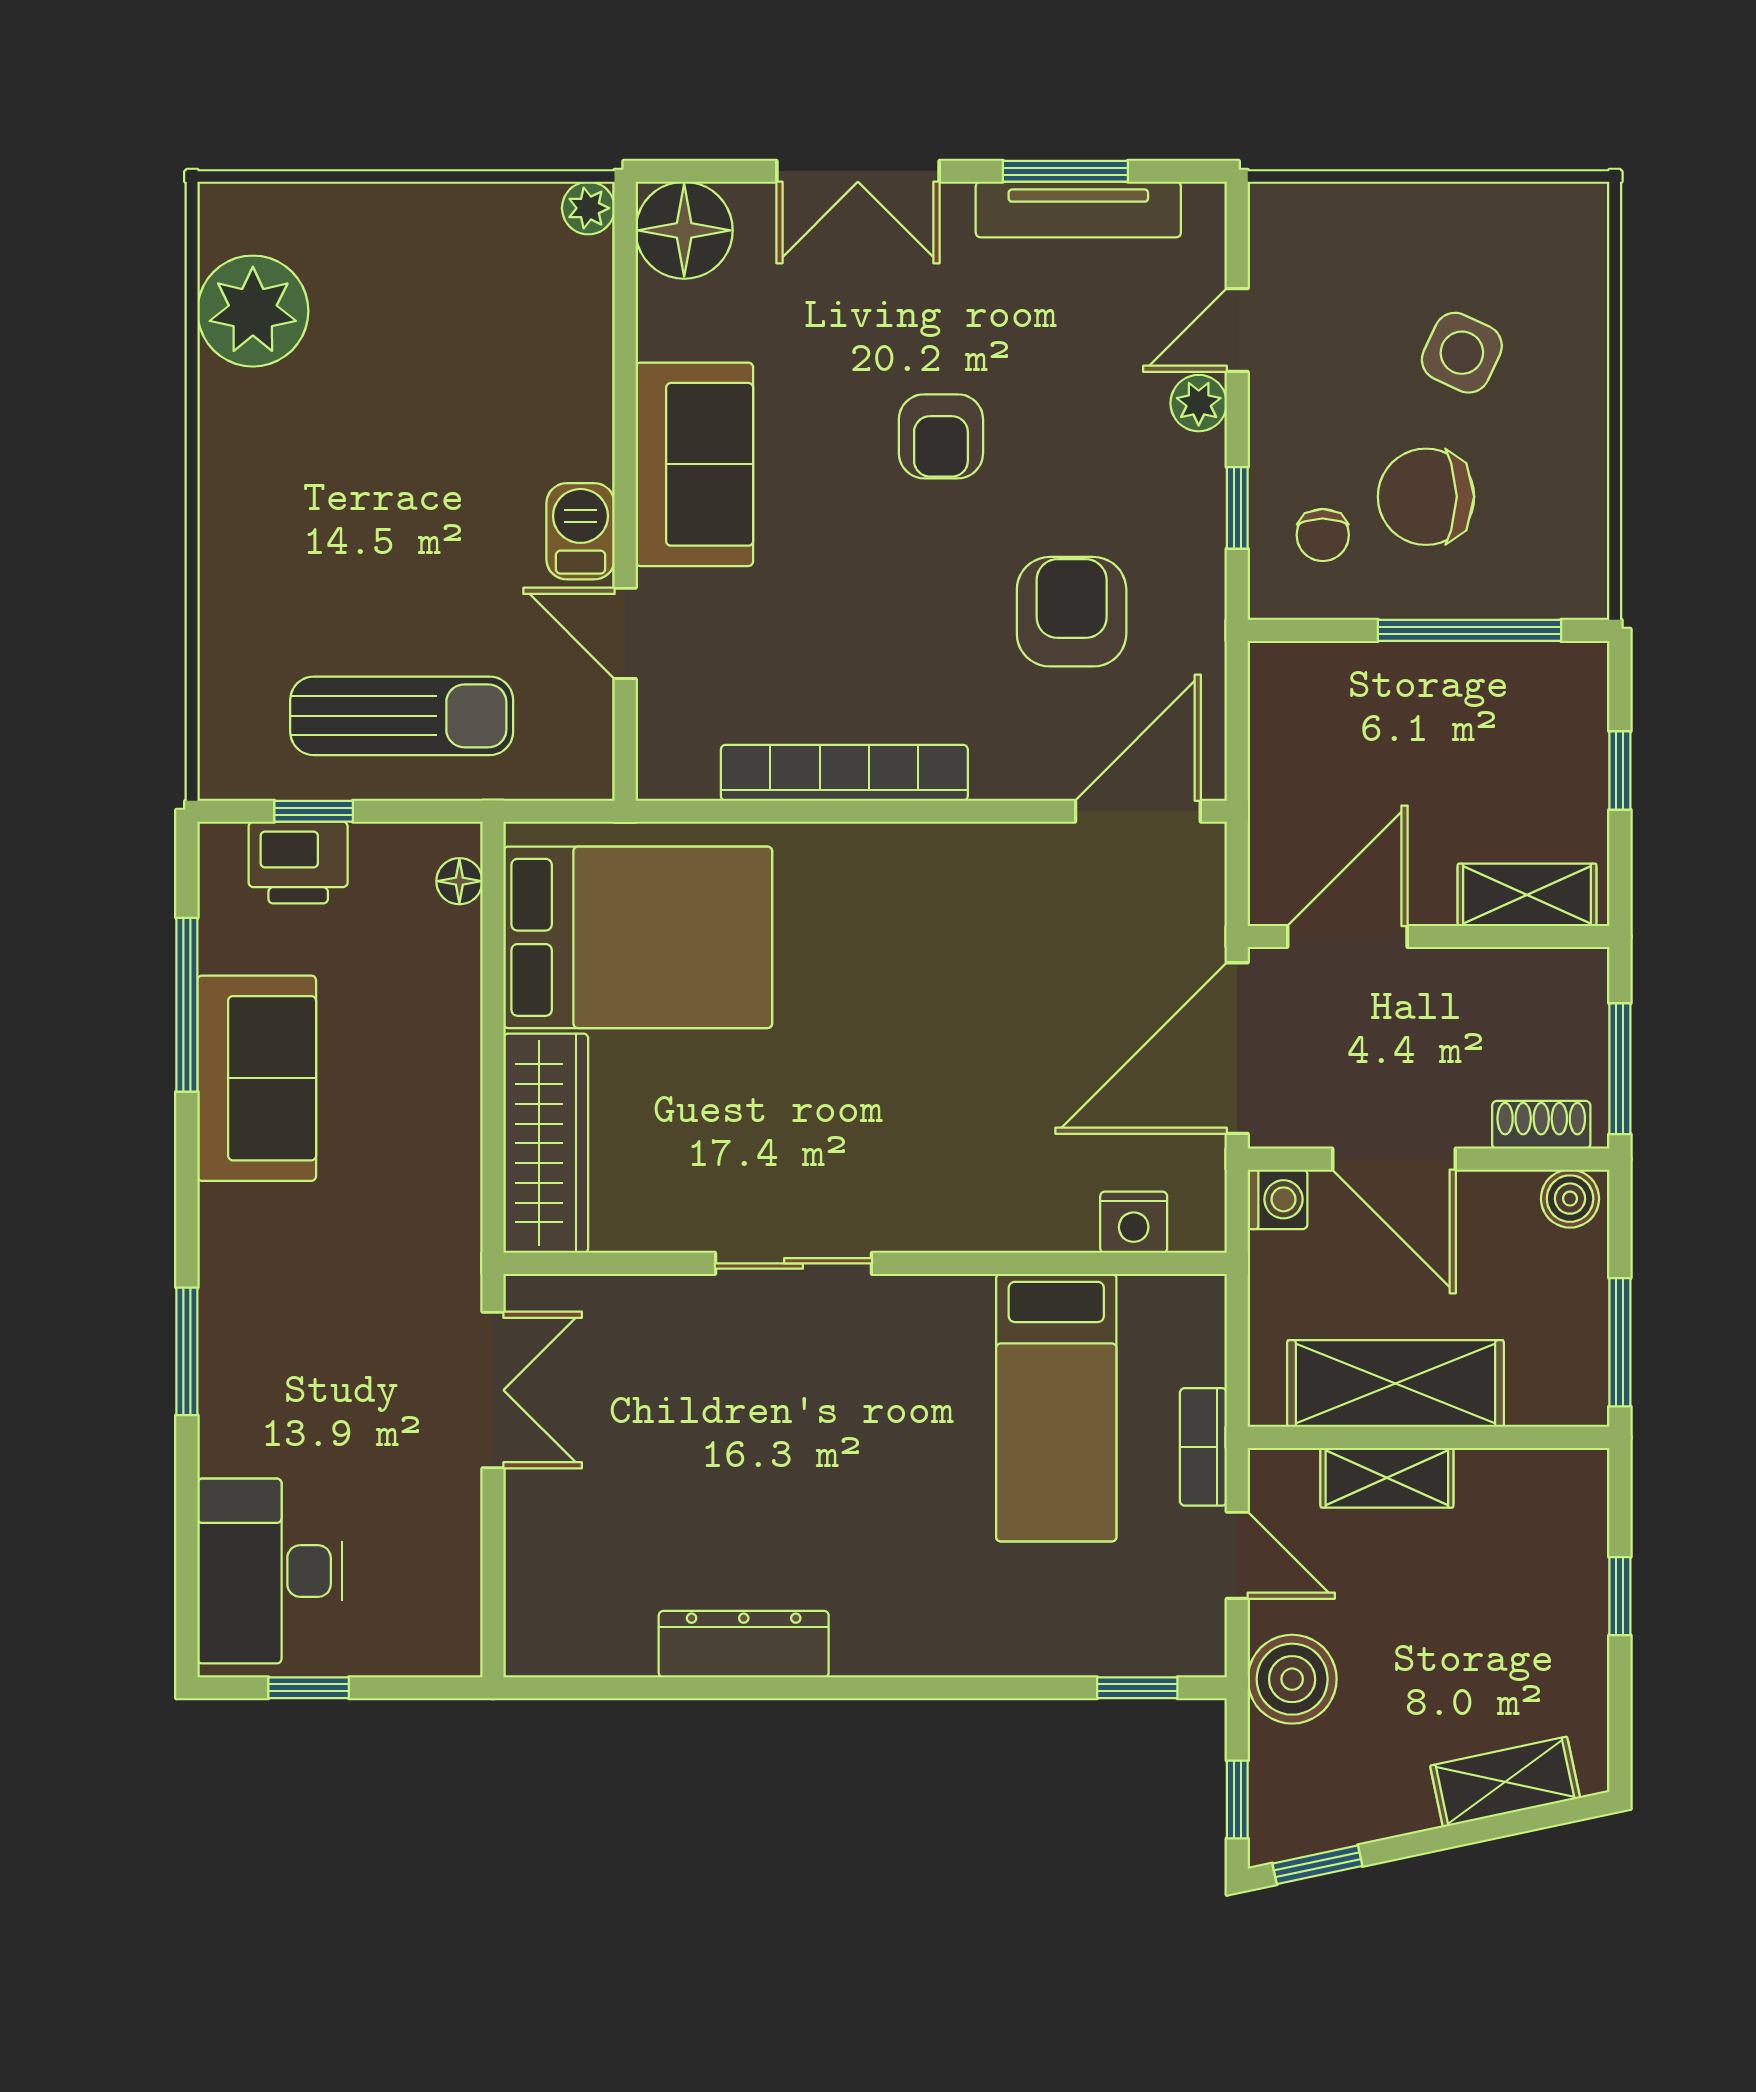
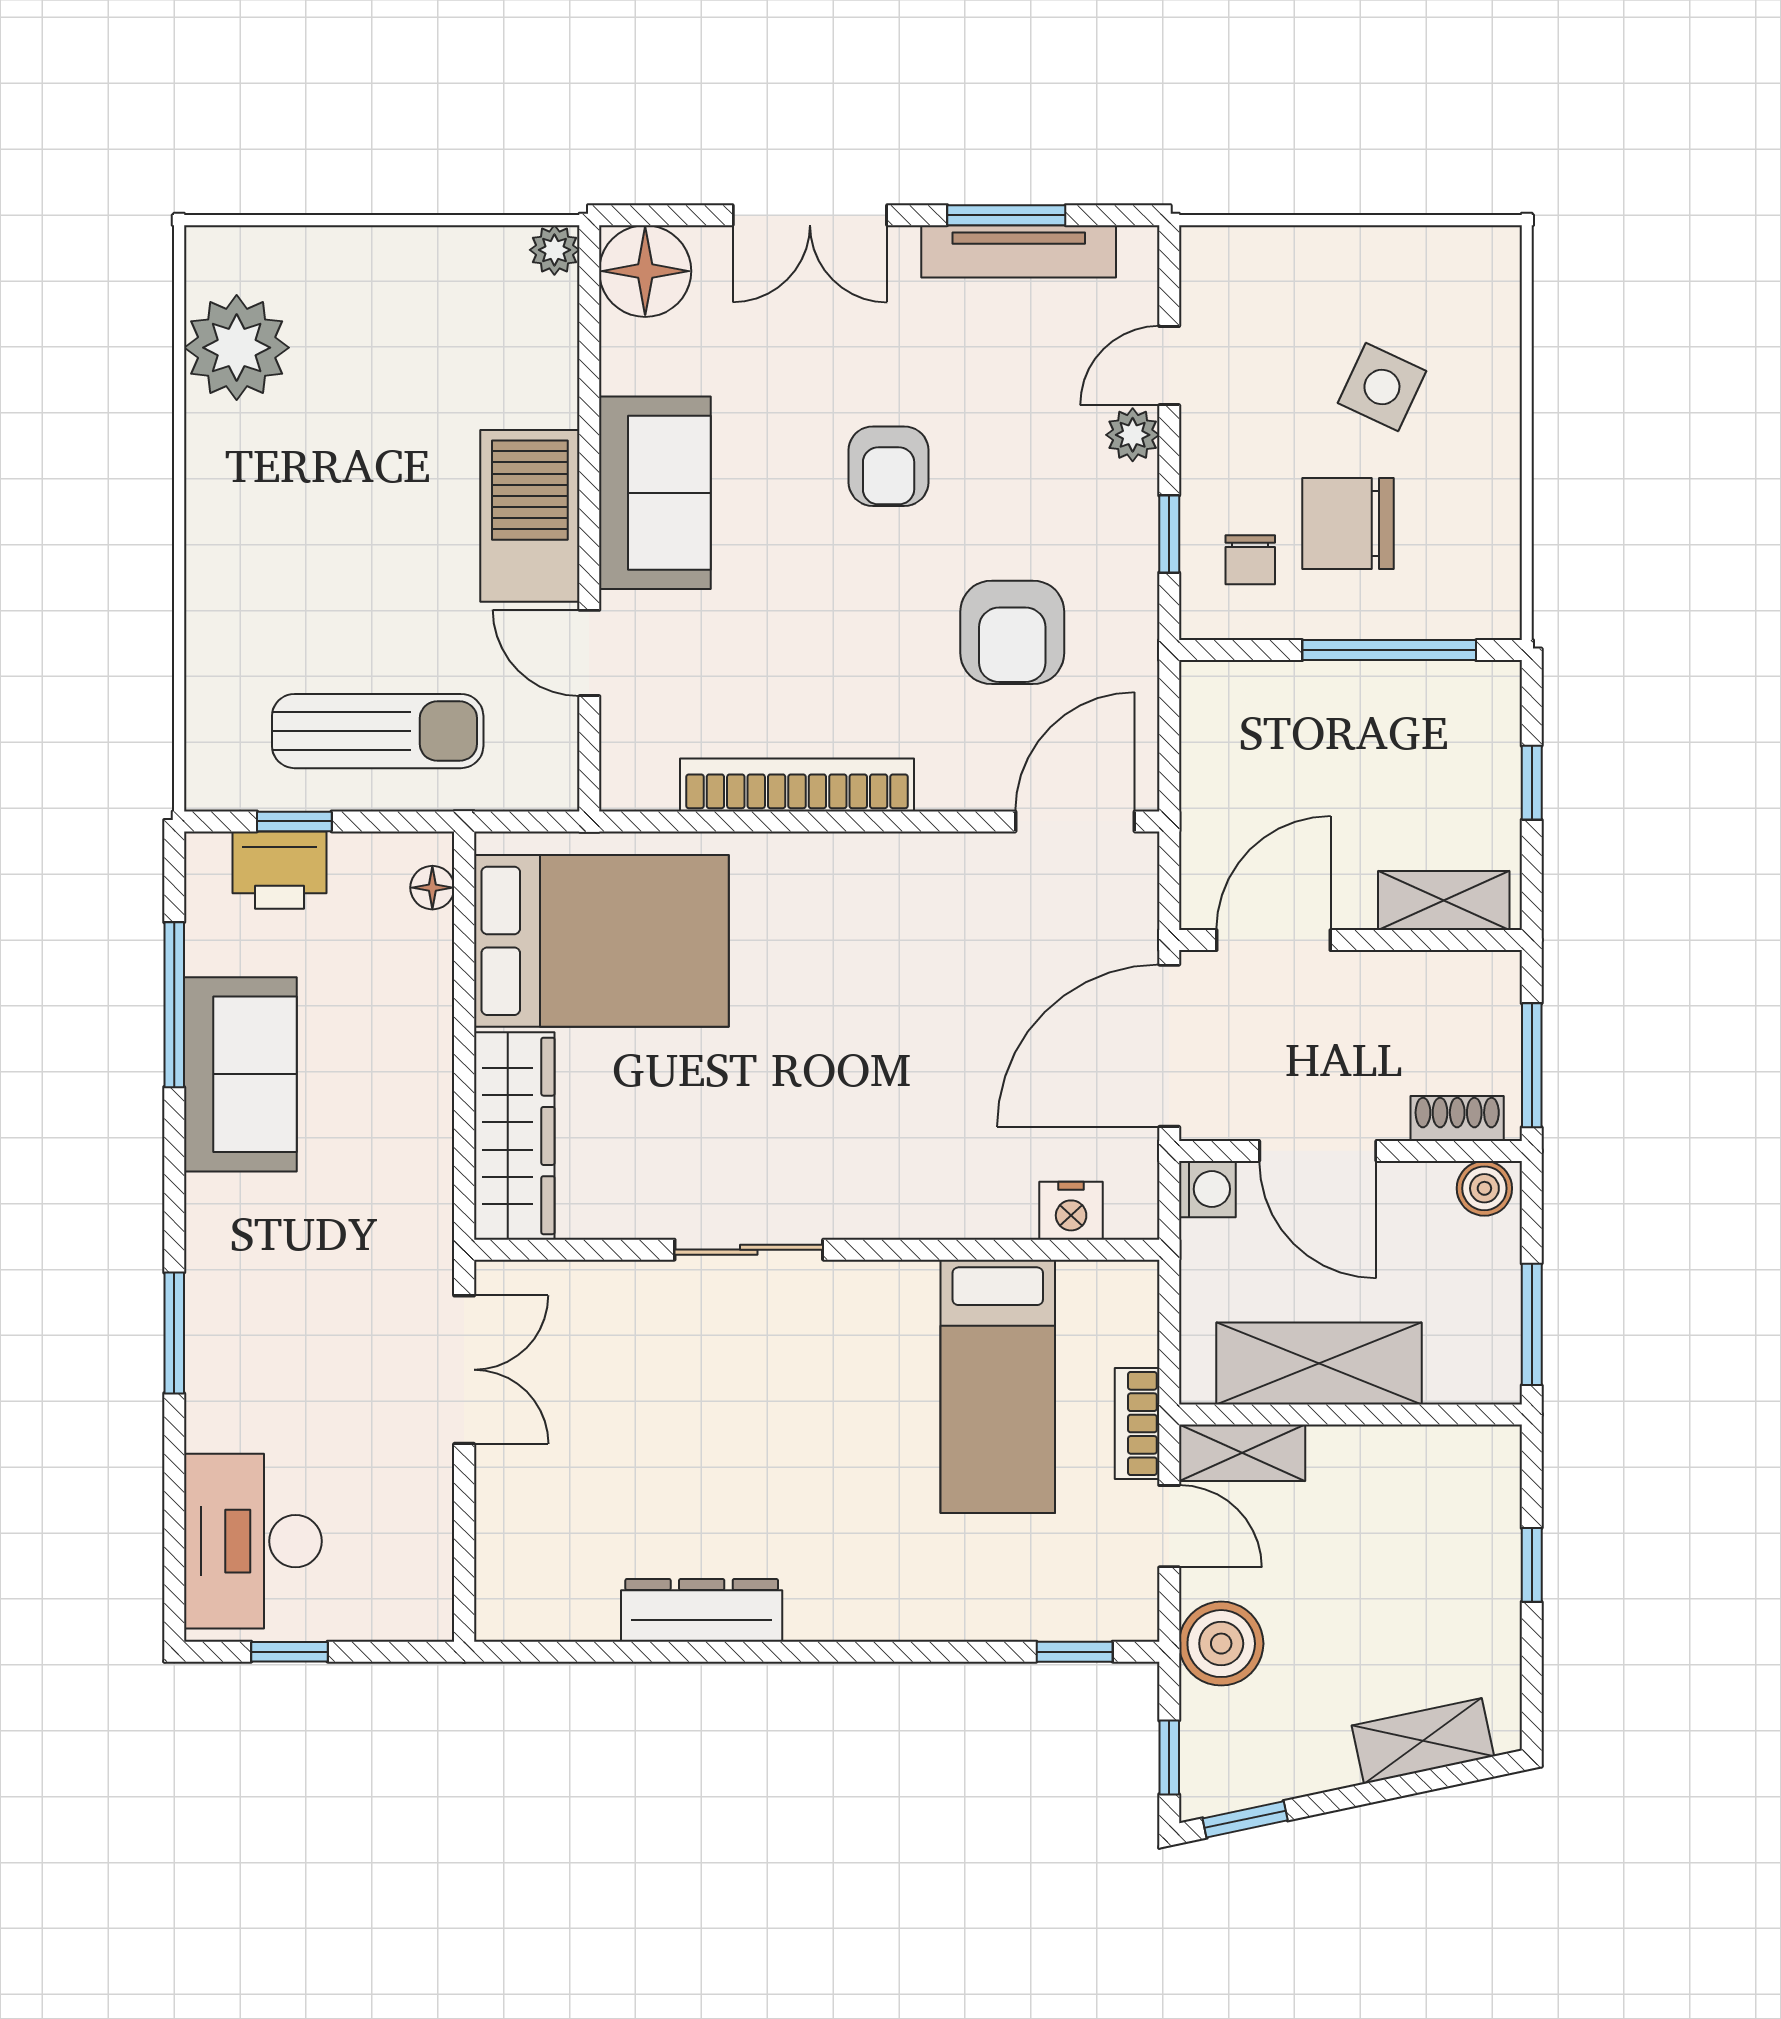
barbecue: (580, 531) -> (530, 516), width x1.88, depth x1.53
armchair: (1072, 612) -> (1012, 632), turned 180
shelving: (1387, 1478) -> (1242, 1453), moved

